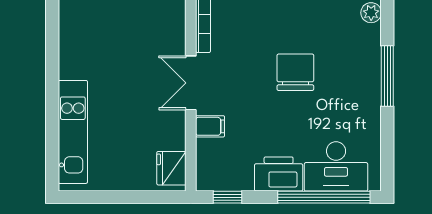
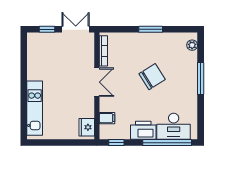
chair: (295, 72) -> (152, 77), turned 58
double door: (191, 83) -> (97, 82), swing flipped
filing cabinet: (210, 126) -> (107, 118), moved

